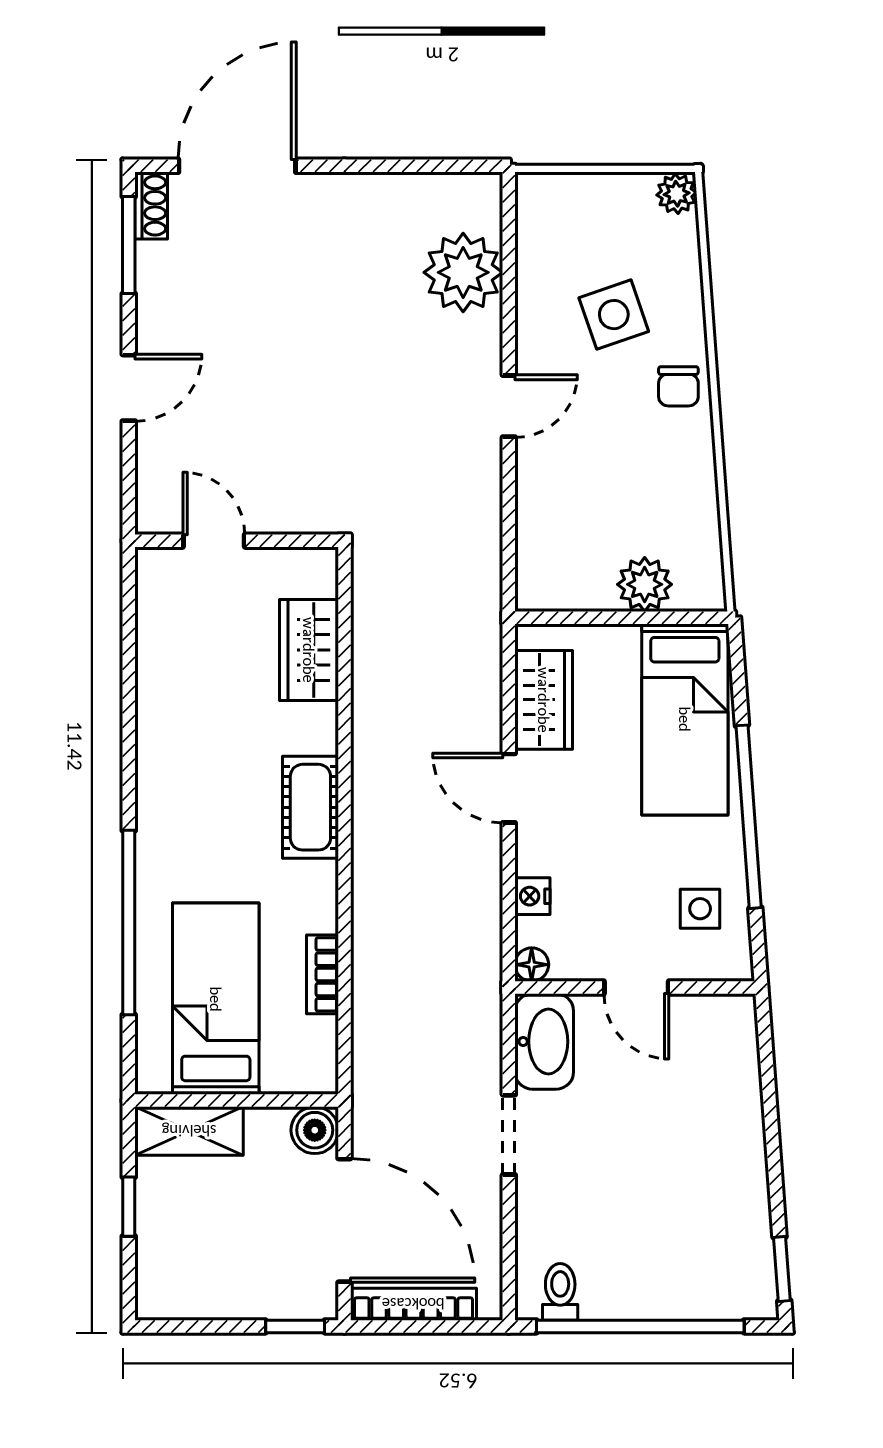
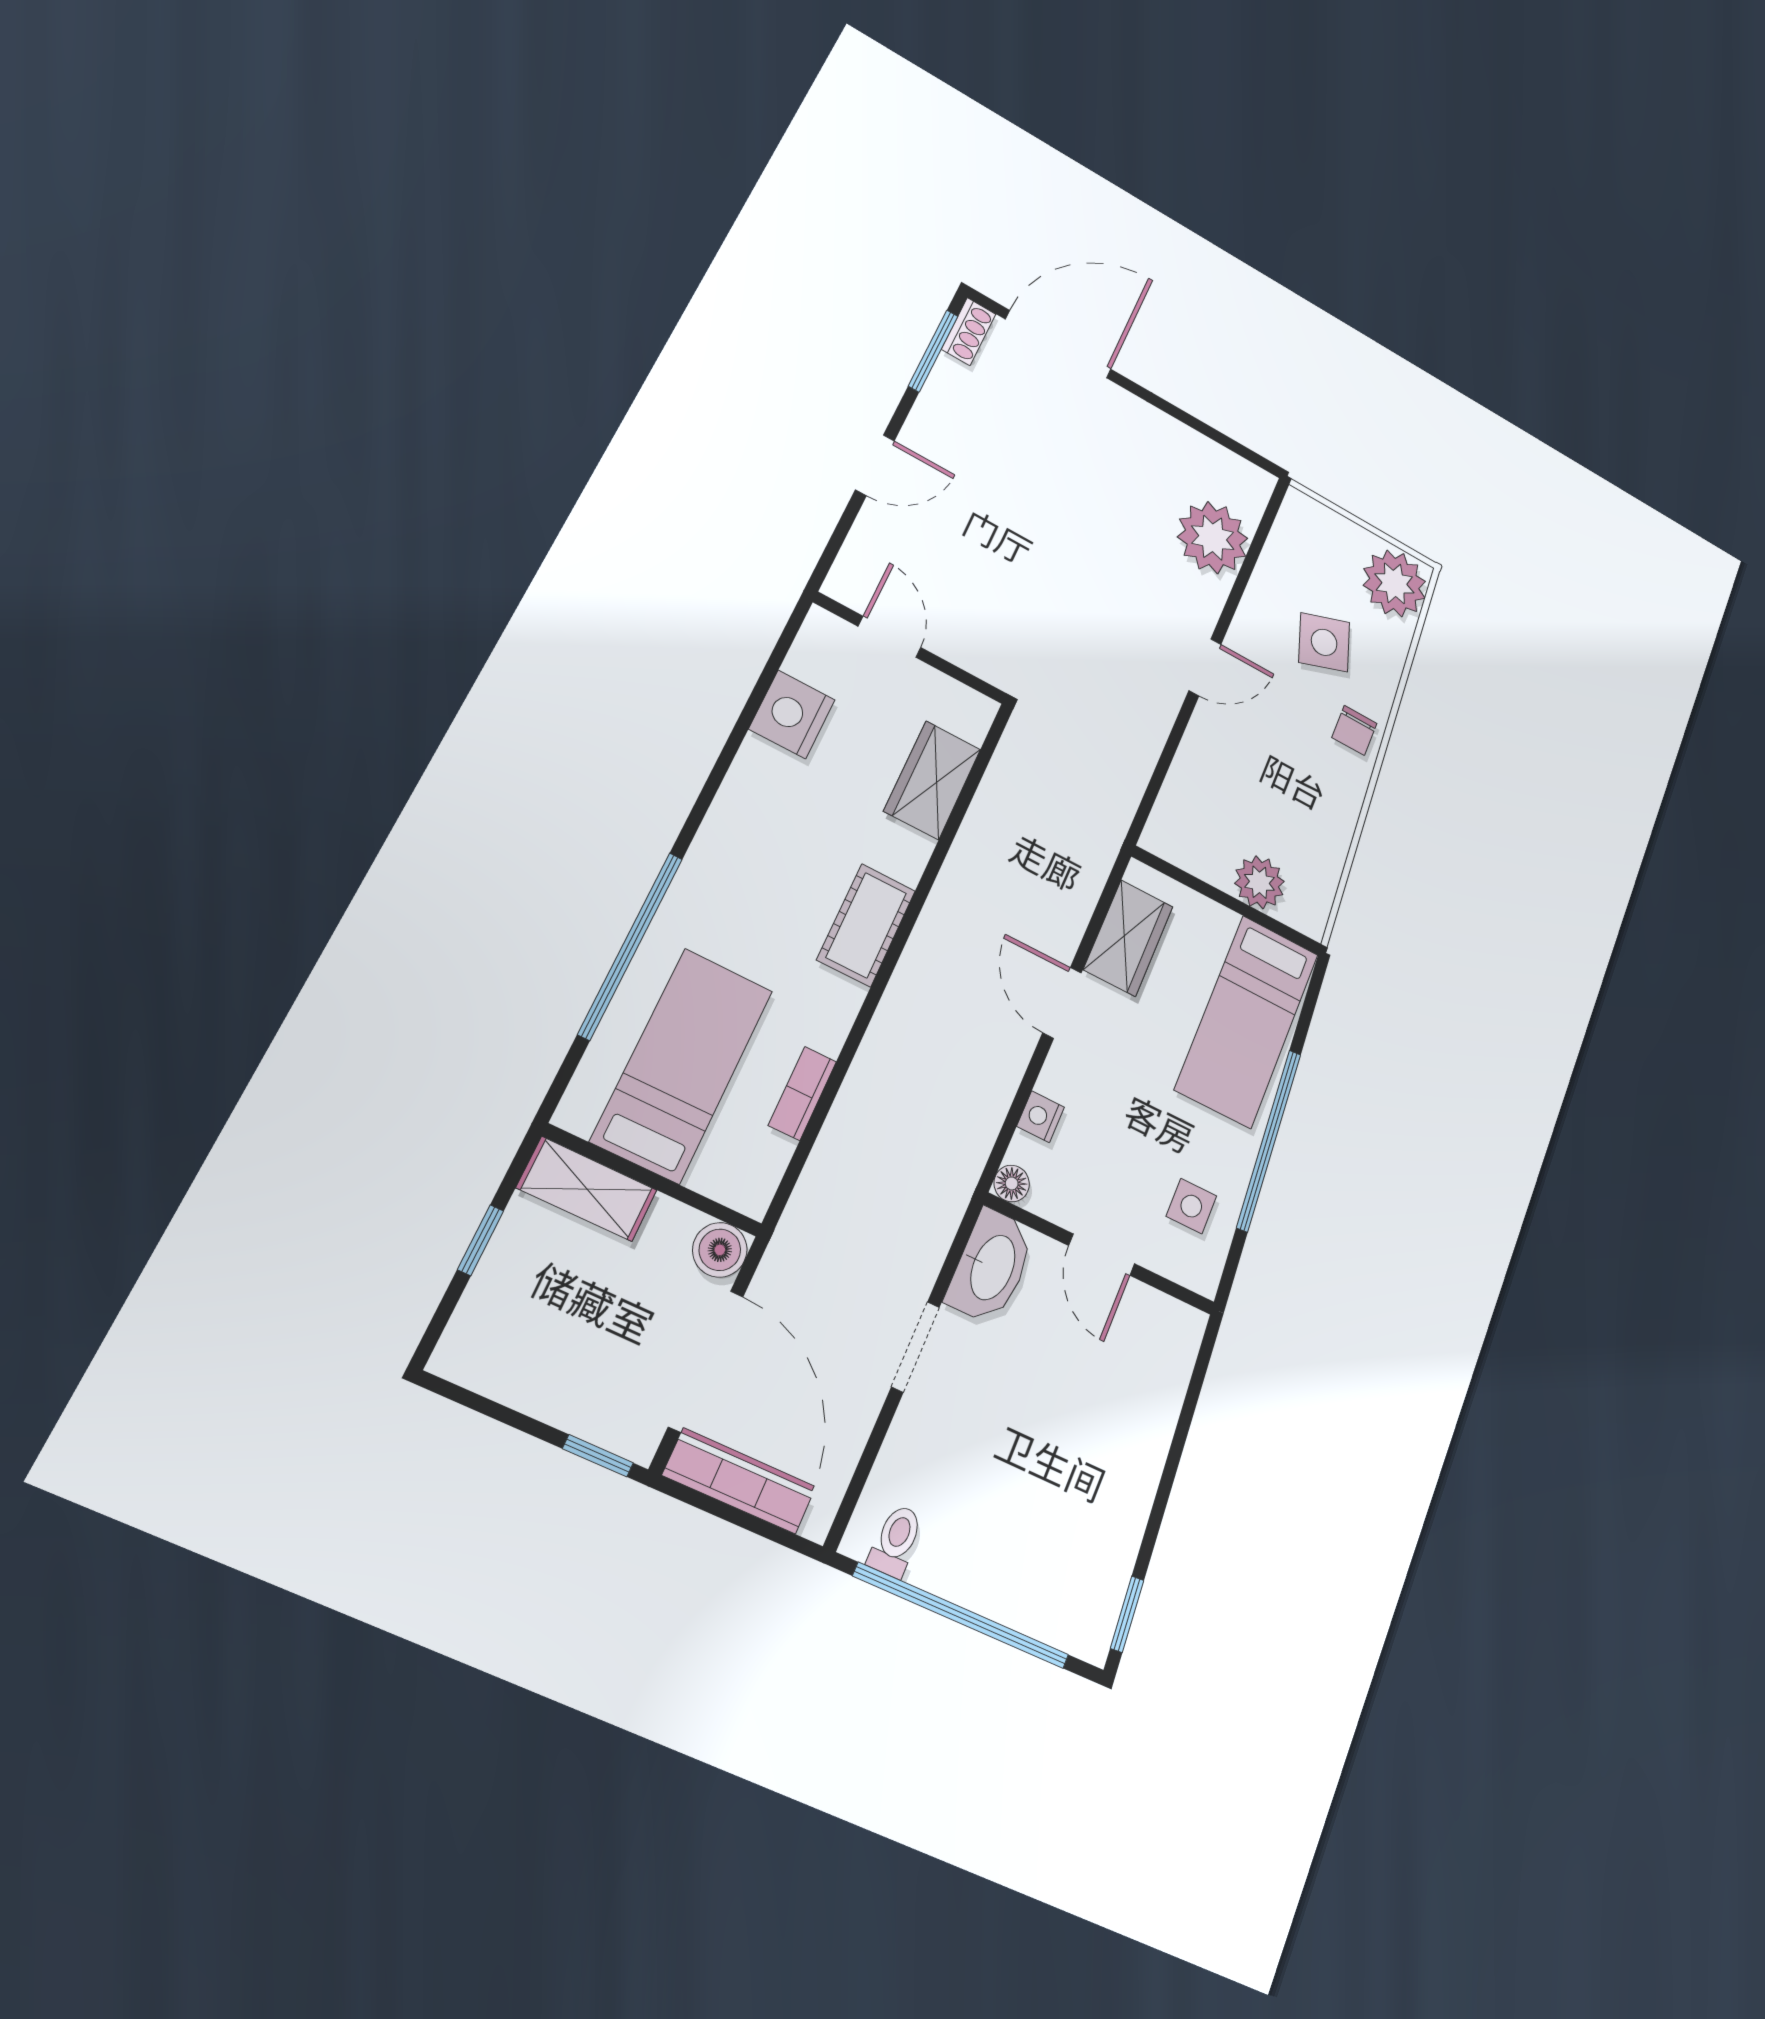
plant: (677, 194) -> (1394, 583), width x1.88, depth x1.88
nightstand: (164, 657) -> (792, 714), added

